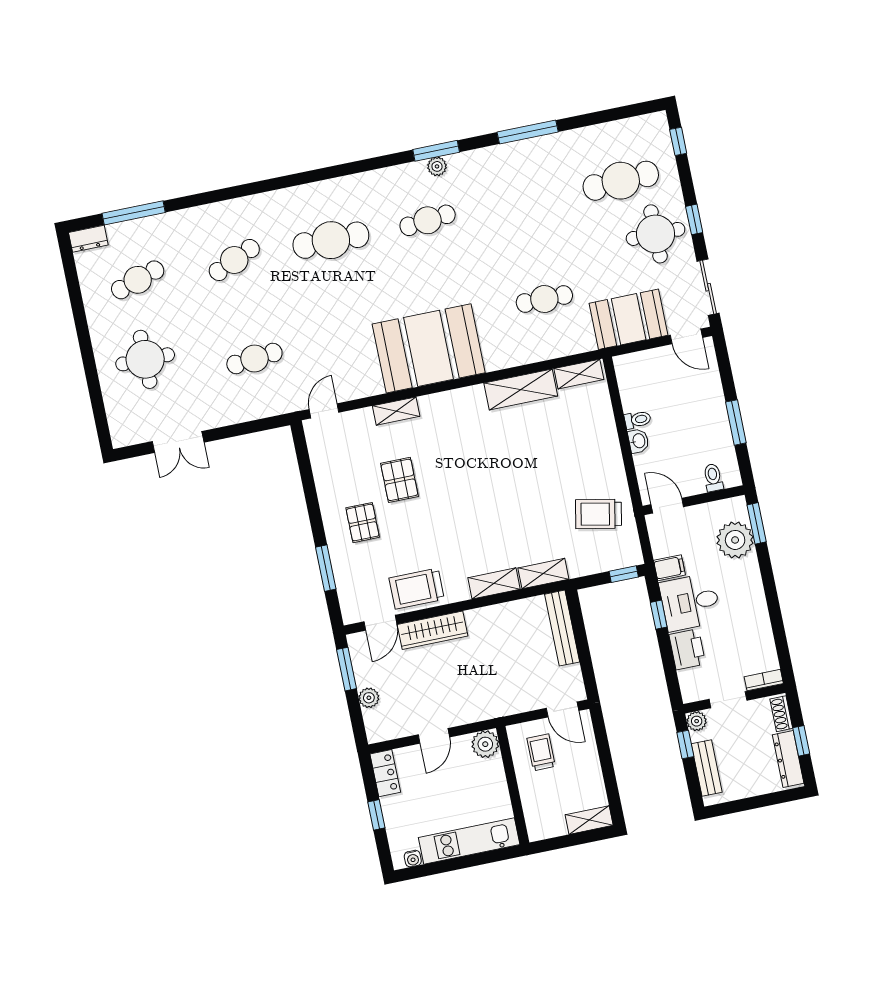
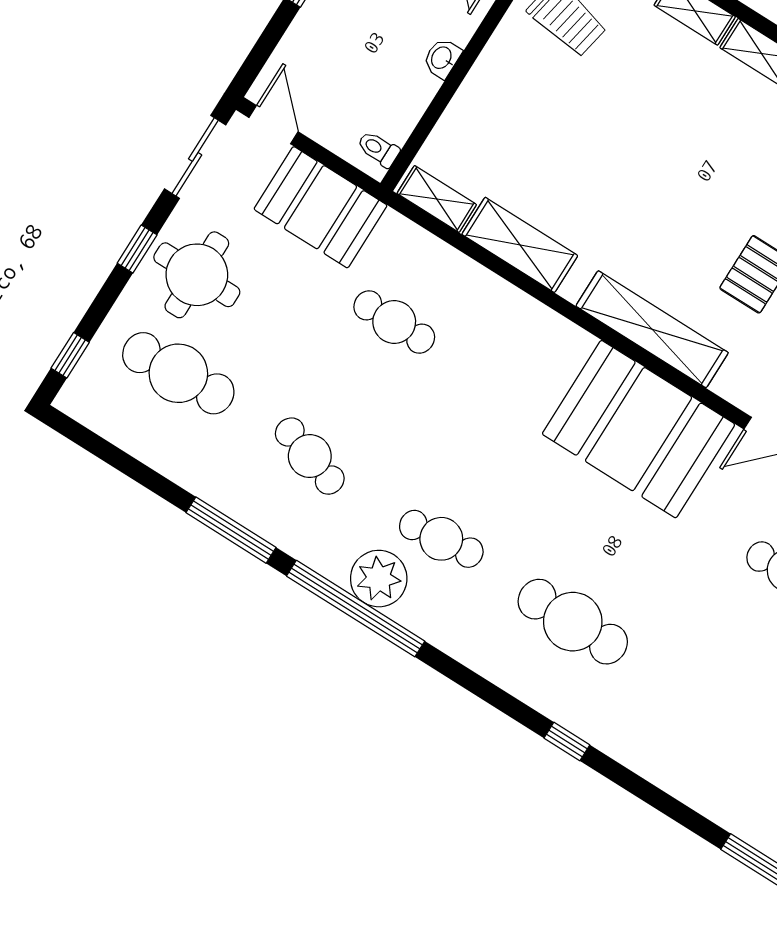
window: (436, 151) -> (356, 609), width x2.11
plant: (437, 166) -> (379, 579), width x1.88, depth x1.88
window: (281, 183) -> (567, 742), added
cafe table: (234, 260) -> (310, 456), moved, turned 42
booth: (429, 348) -> (639, 429), moved
shelving: (396, 411) -> (652, 329), width x2.20, depth x1.33
toilet: (638, 420) -> (378, 149), moved

